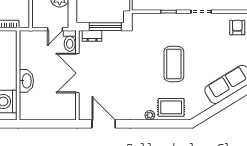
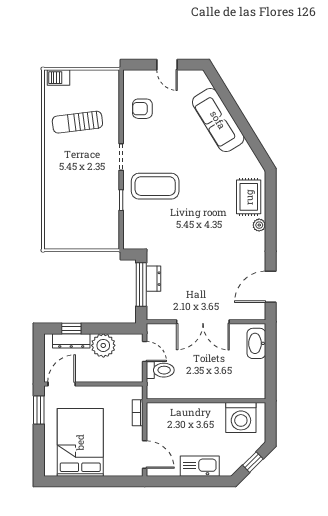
dresser: (92, 36) -> (153, 279), moved
toilet: (70, 41) -> (160, 370), moved
coffee table: (174, 64) -> (155, 186), moved
washbasin: (26, 81) -> (256, 343), moved, turned -90

